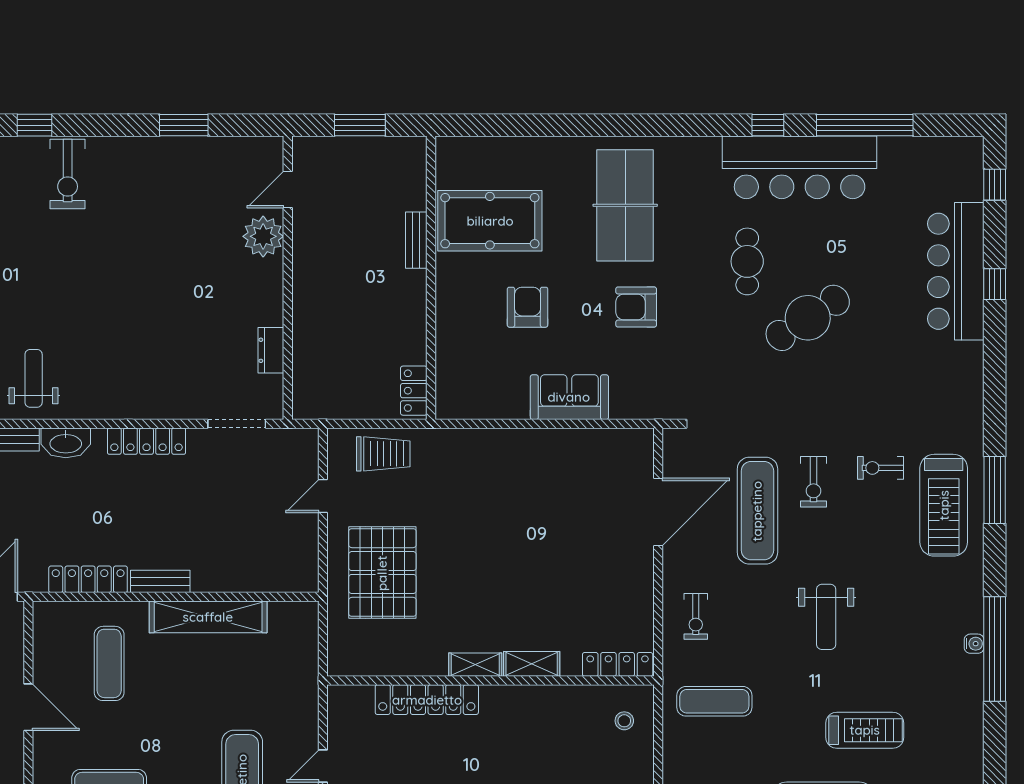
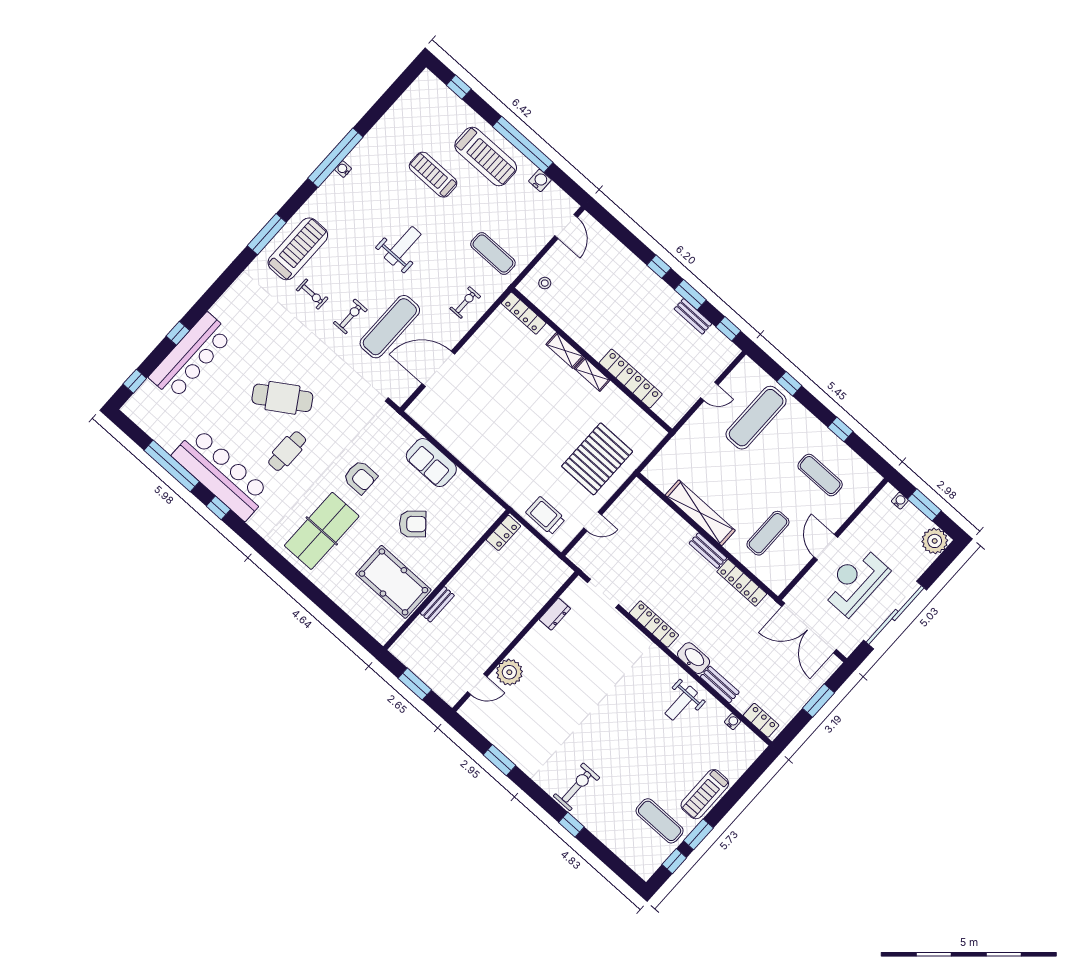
armchair: (528, 307) -> (413, 524), turned -131

